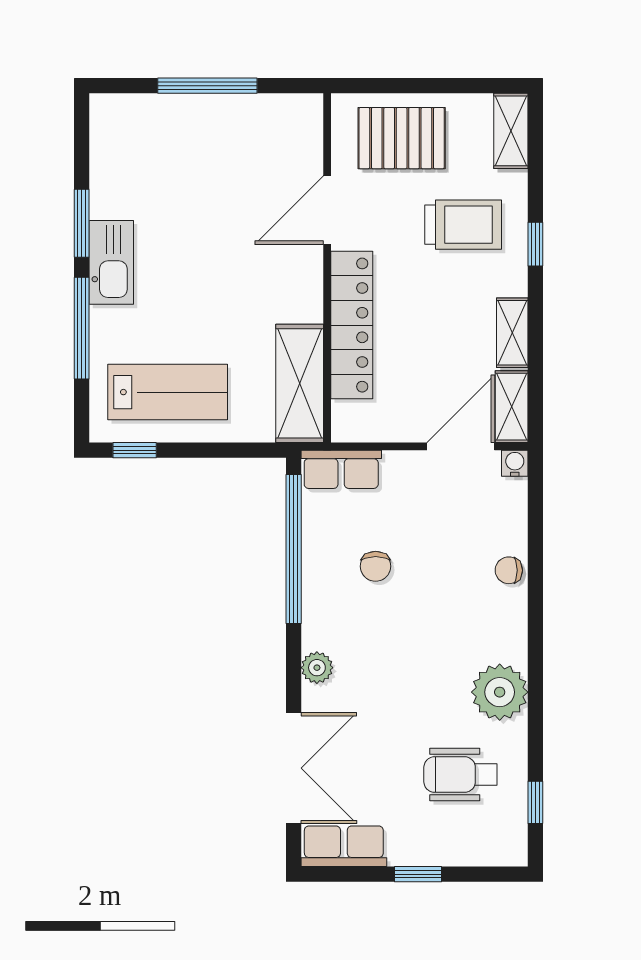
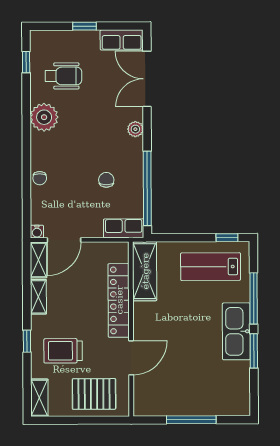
kitchen sink: (111, 262) -> (236, 331), width x1.36, depth x1.24
chair: (509, 570) -> (40, 178), turned 90

